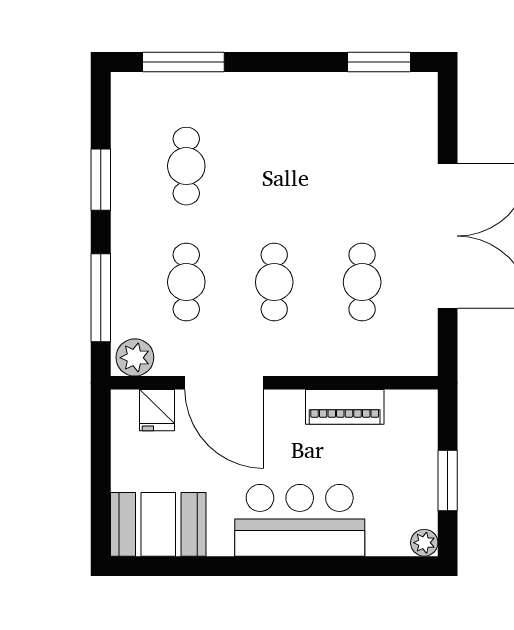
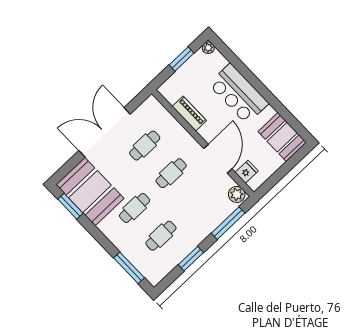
booth: (372, 118) -> (90, 192), added
cafe table: (186, 282) -> (135, 208), moved

